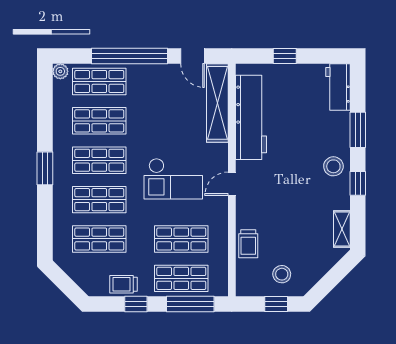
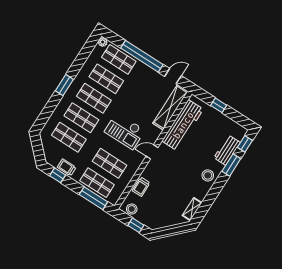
door: (192, 56) -> (173, 76), swing flipped
workbench: (338, 87) -> (227, 150), moved
window: (358, 183) -> (245, 144), moved
stool: (282, 274) -> (132, 209), moved
window: (136, 304) -> (58, 175), moved

